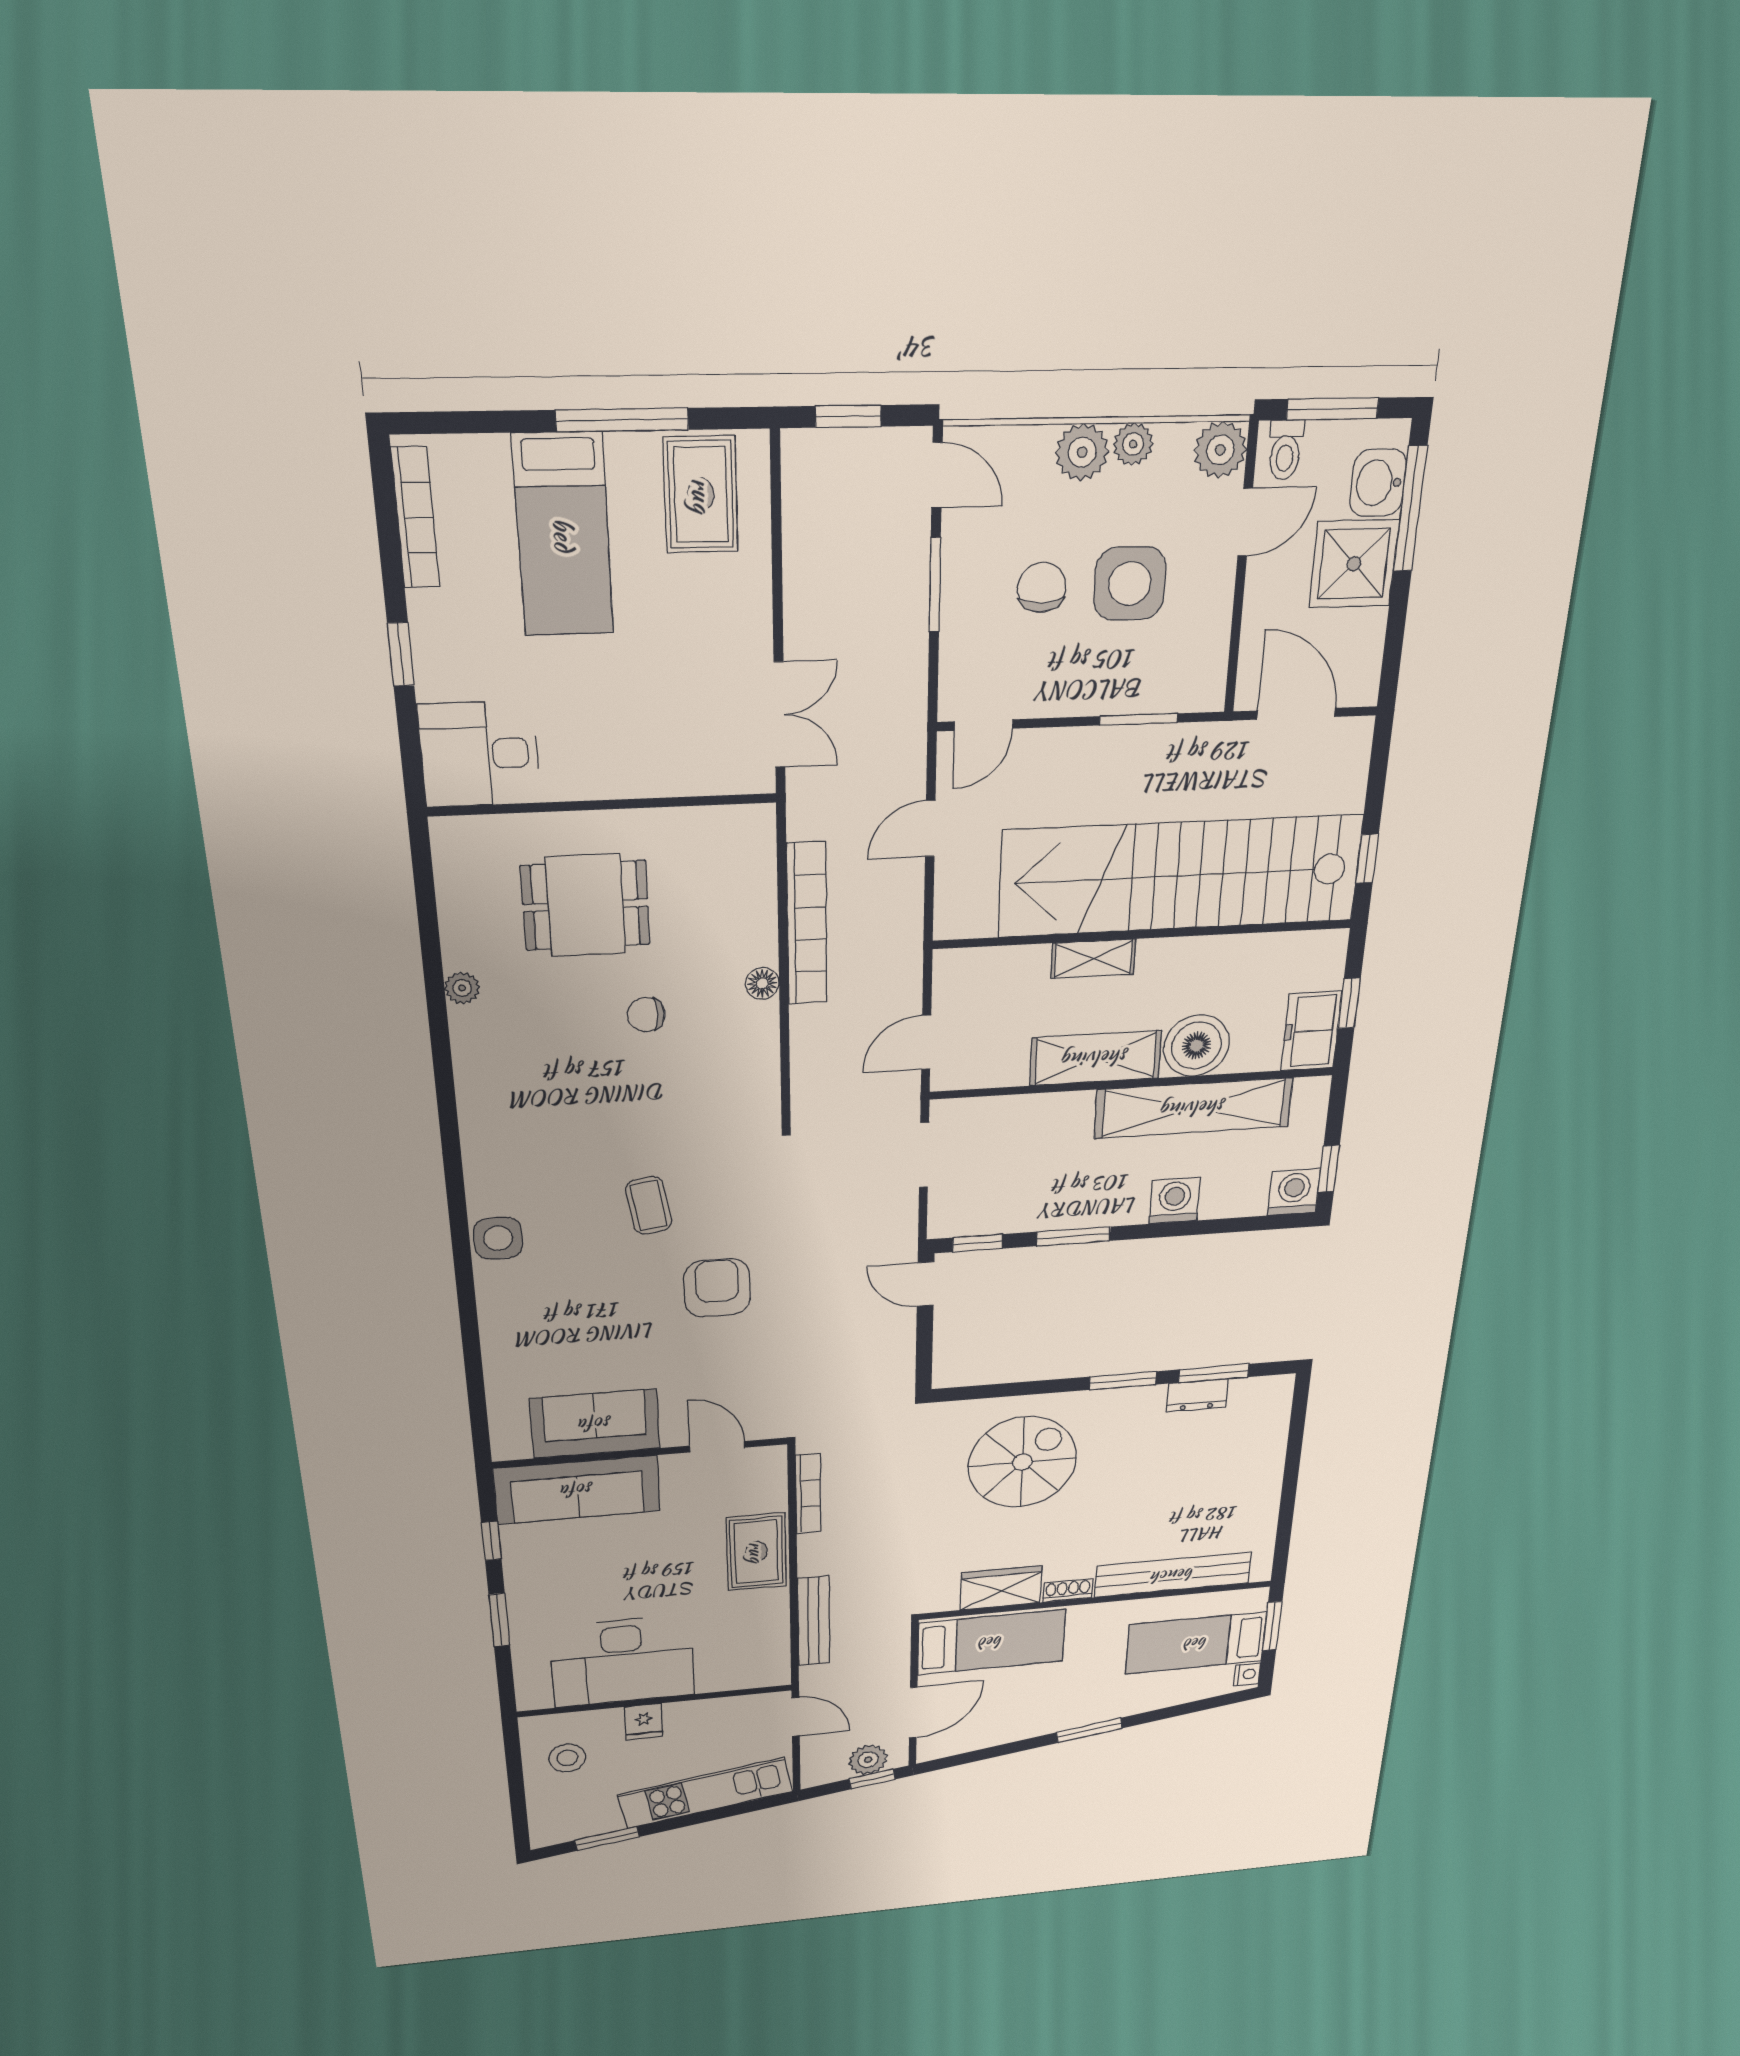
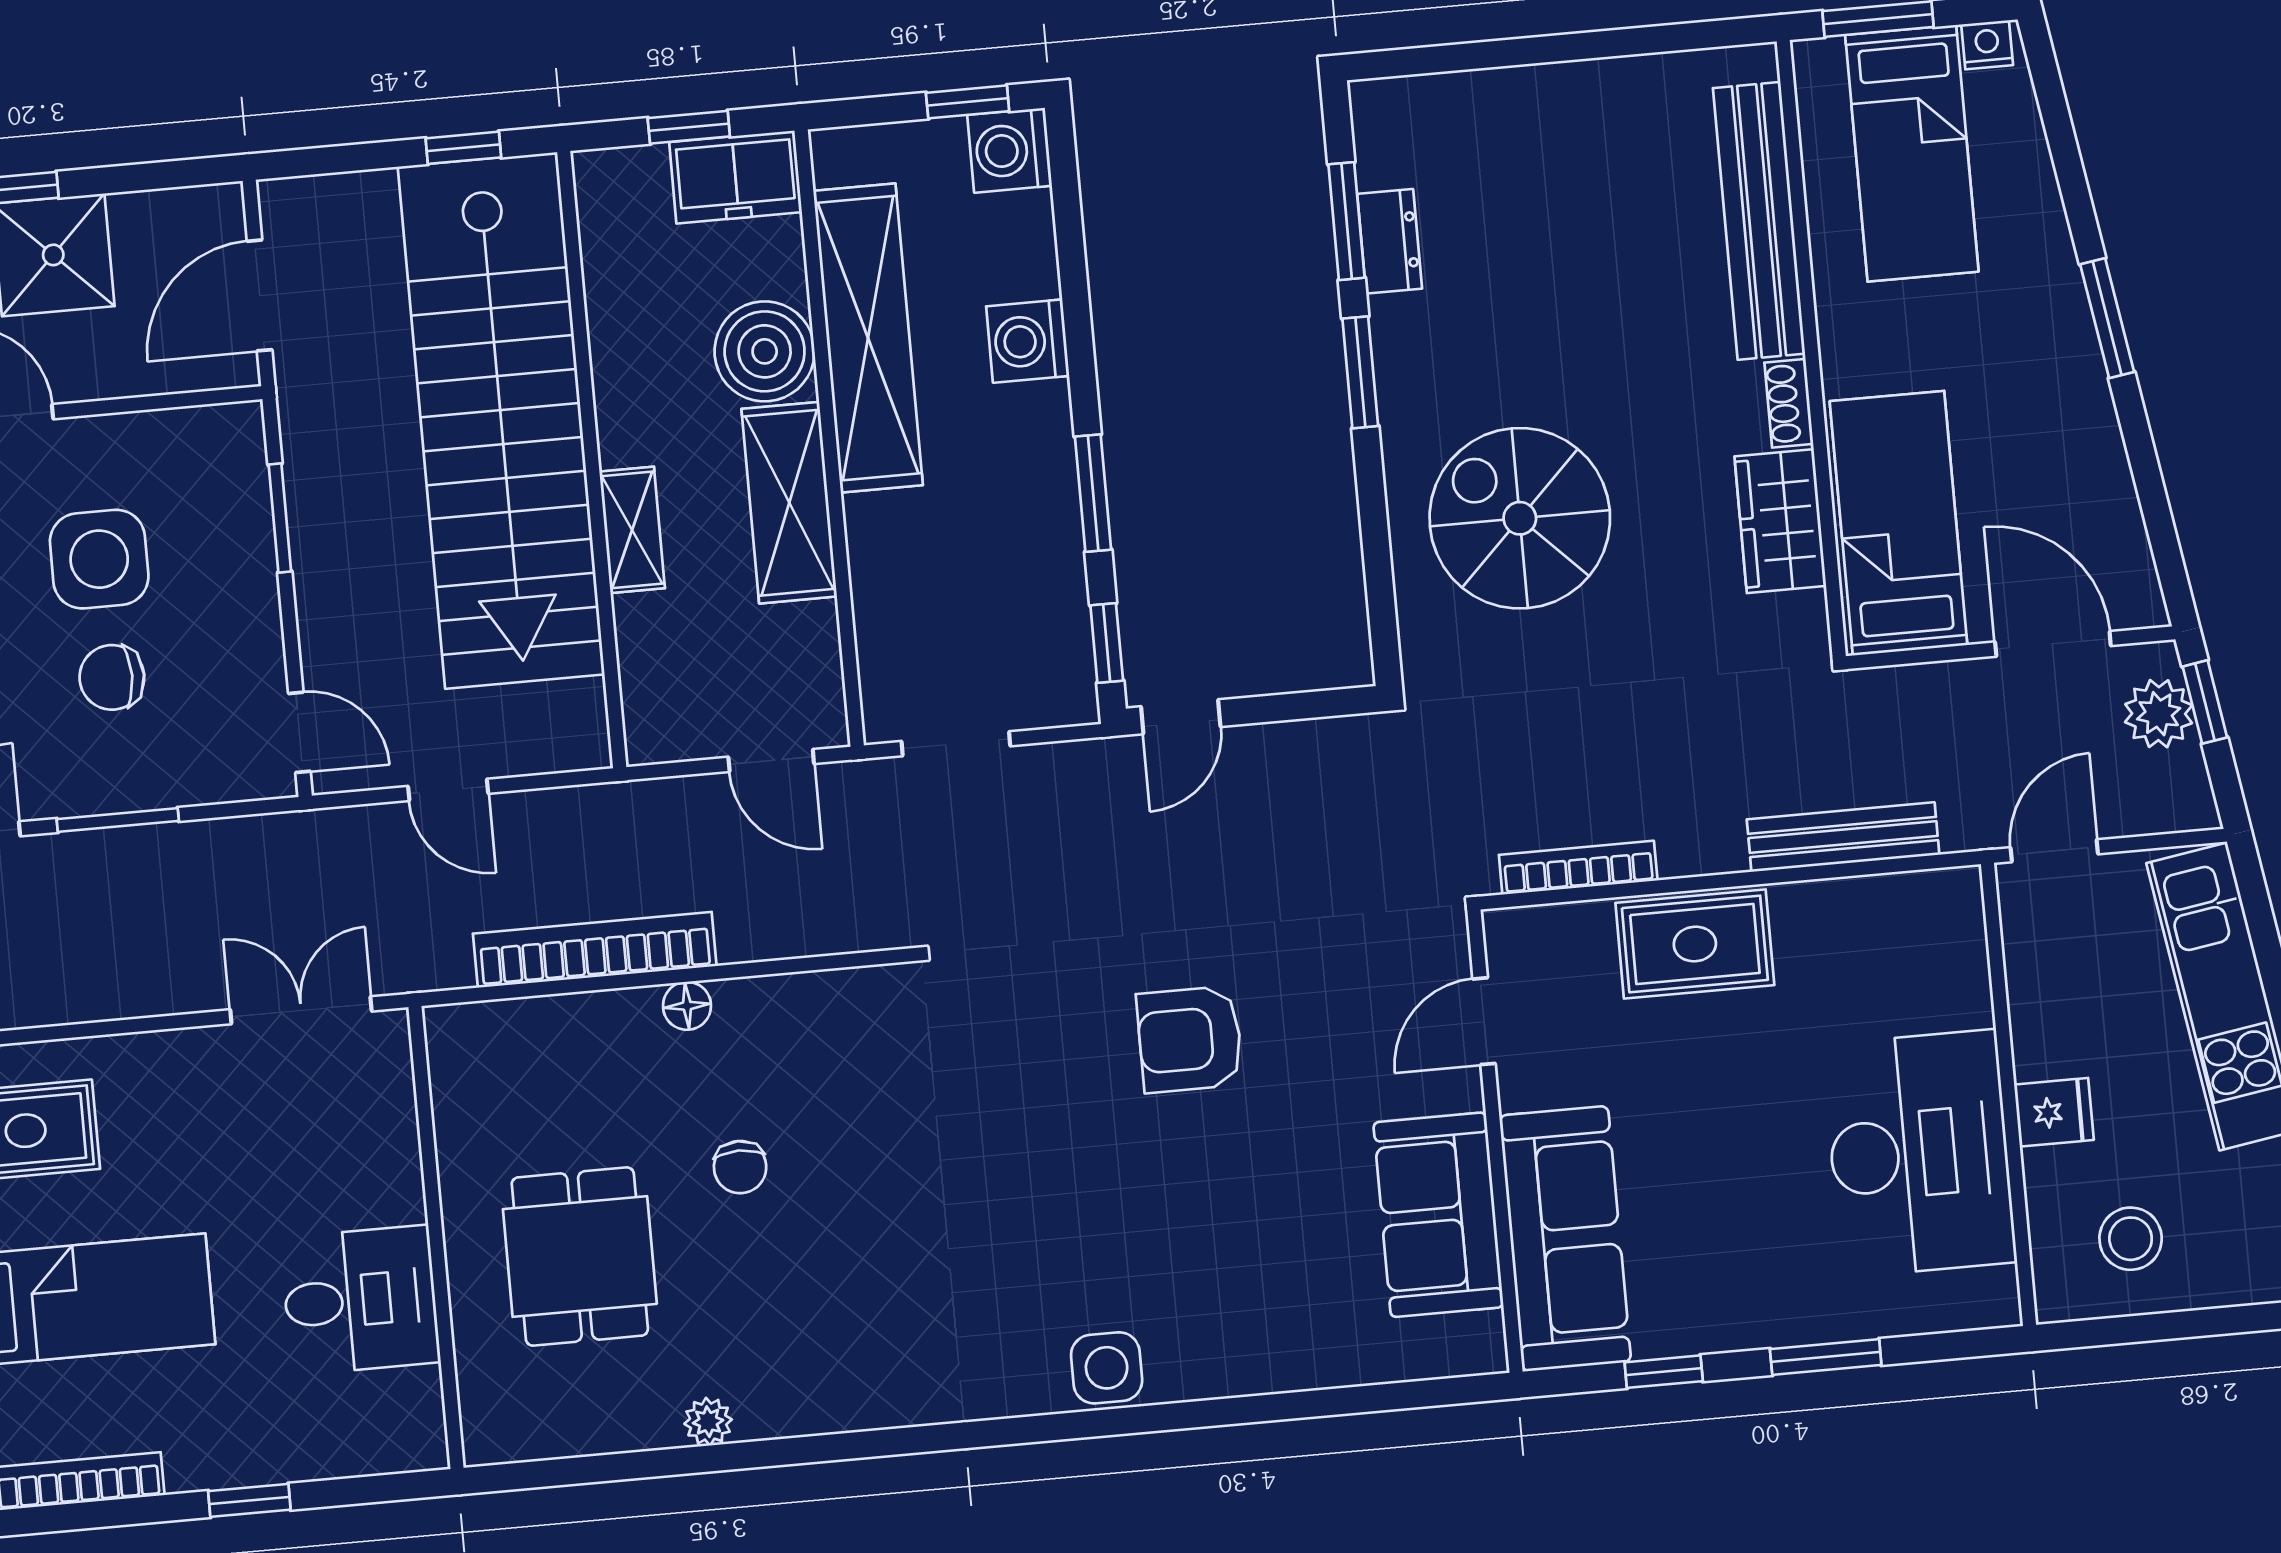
desk: (479, 754) -> (360, 1300), moved, turned -90
coffee table: (649, 1206) -> (1048, 1149), removed

